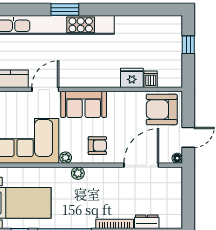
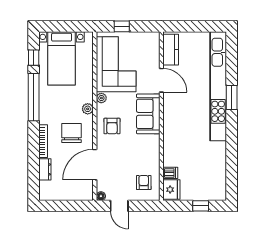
fridge: (132, 78) -> (171, 190), moved
armchair: (162, 109) -> (144, 183), width x0.53, depth x0.53
door: (141, 165) -> (95, 165), swing flipped
chair: (105, 192) -> (72, 133), added

